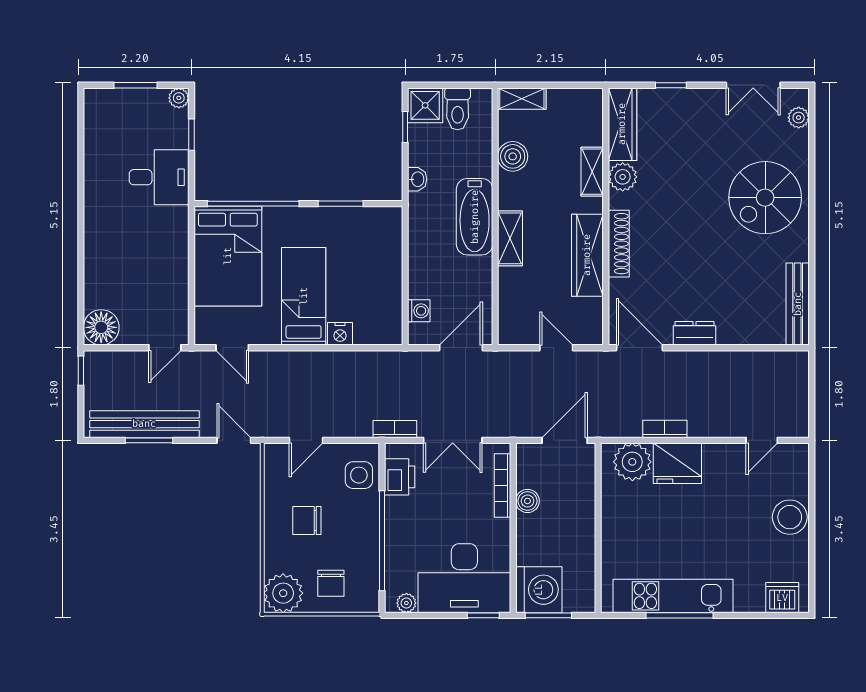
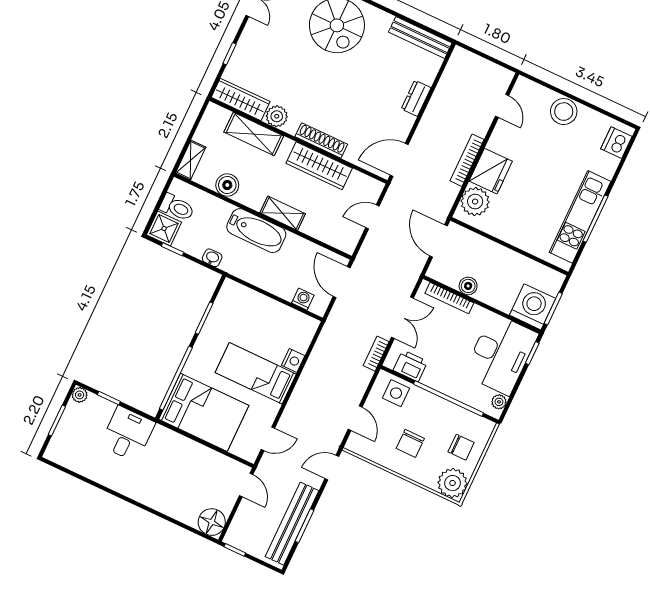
shelving: (592, 172) -> (254, 134), width x1.50, depth x1.33
dresser: (695, 333) -> (416, 98), moved
bookcase: (665, 429) -> (467, 160), width x1.56

